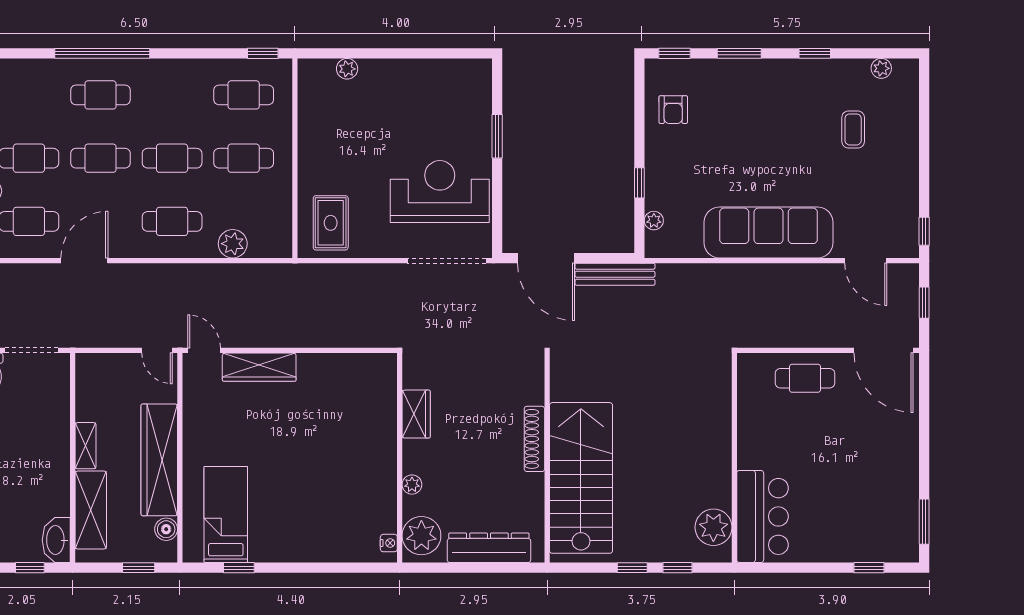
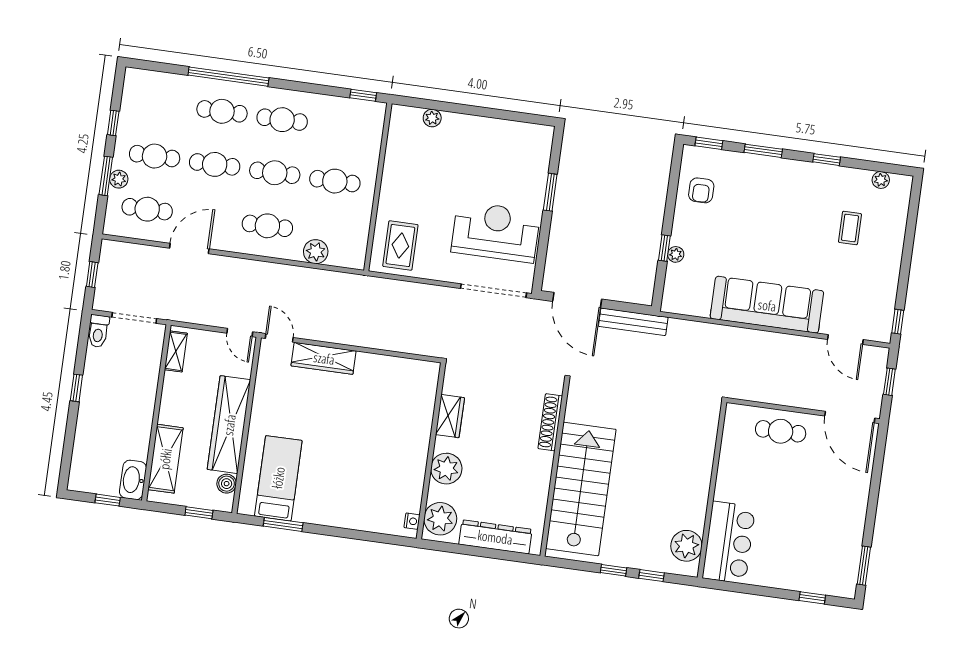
cafe table: (244, 95) -> (282, 120), moved
plant: (654, 221) -> (676, 254), moved
shoe rack: (534, 439) -> (550, 422), moved
shelving: (86, 446) -> (176, 351), moved
plant: (412, 485) -> (446, 469), width x1.88, depth x1.88
window: (239, 568) -> (283, 524), width x1.50

